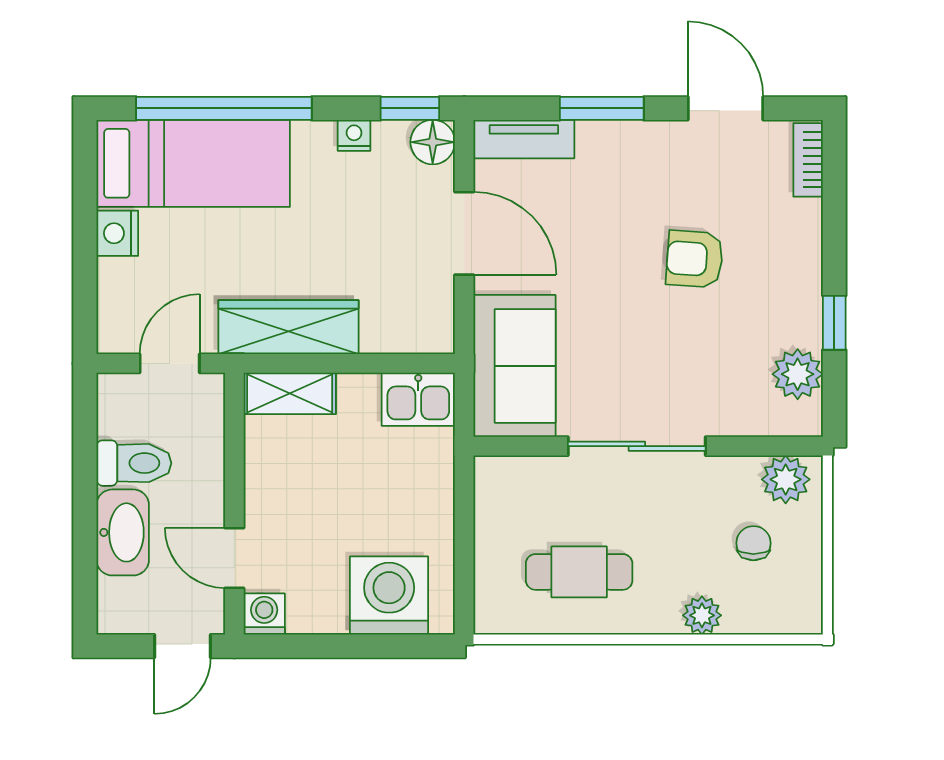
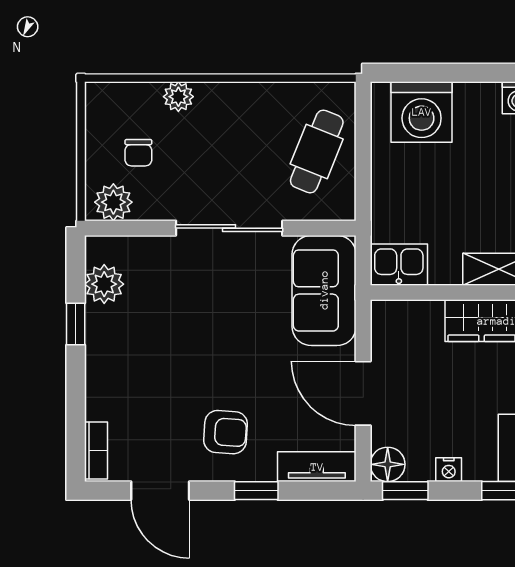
window: (602, 108) -> (256, 491), width x0.67
armchair: (695, 259) -> (226, 432), moved
cafe table: (579, 572) -> (317, 151), moved, turned -68

